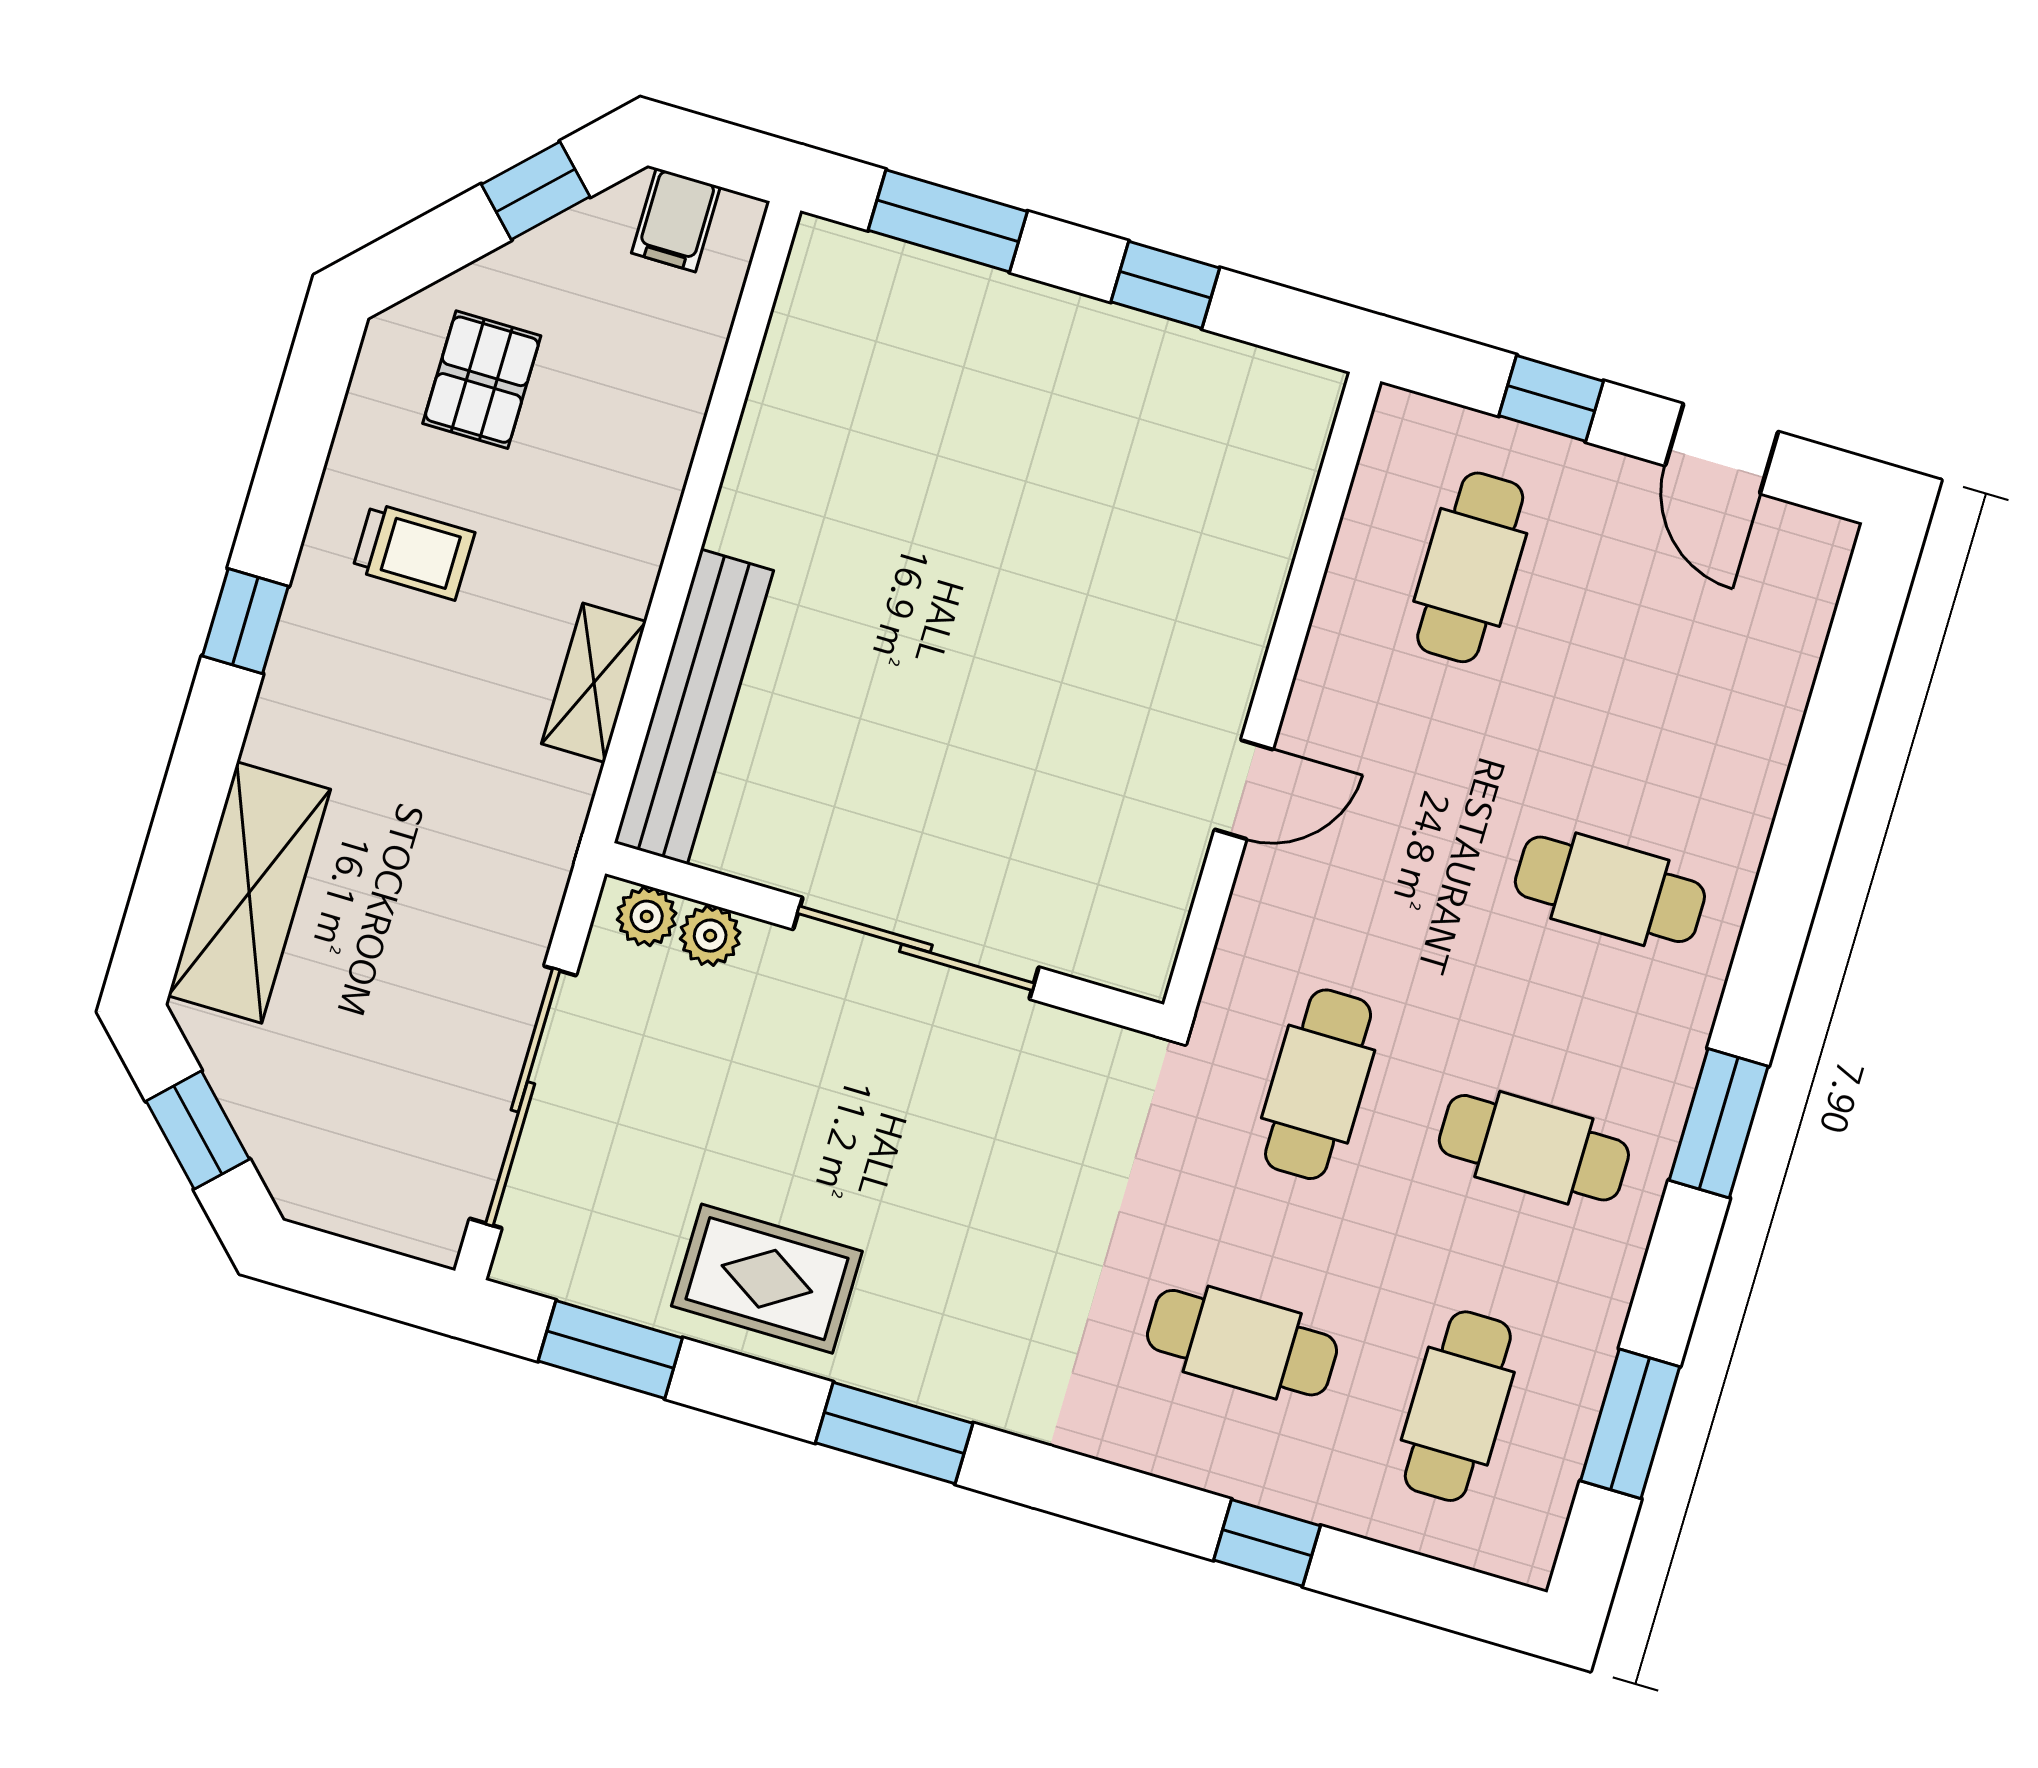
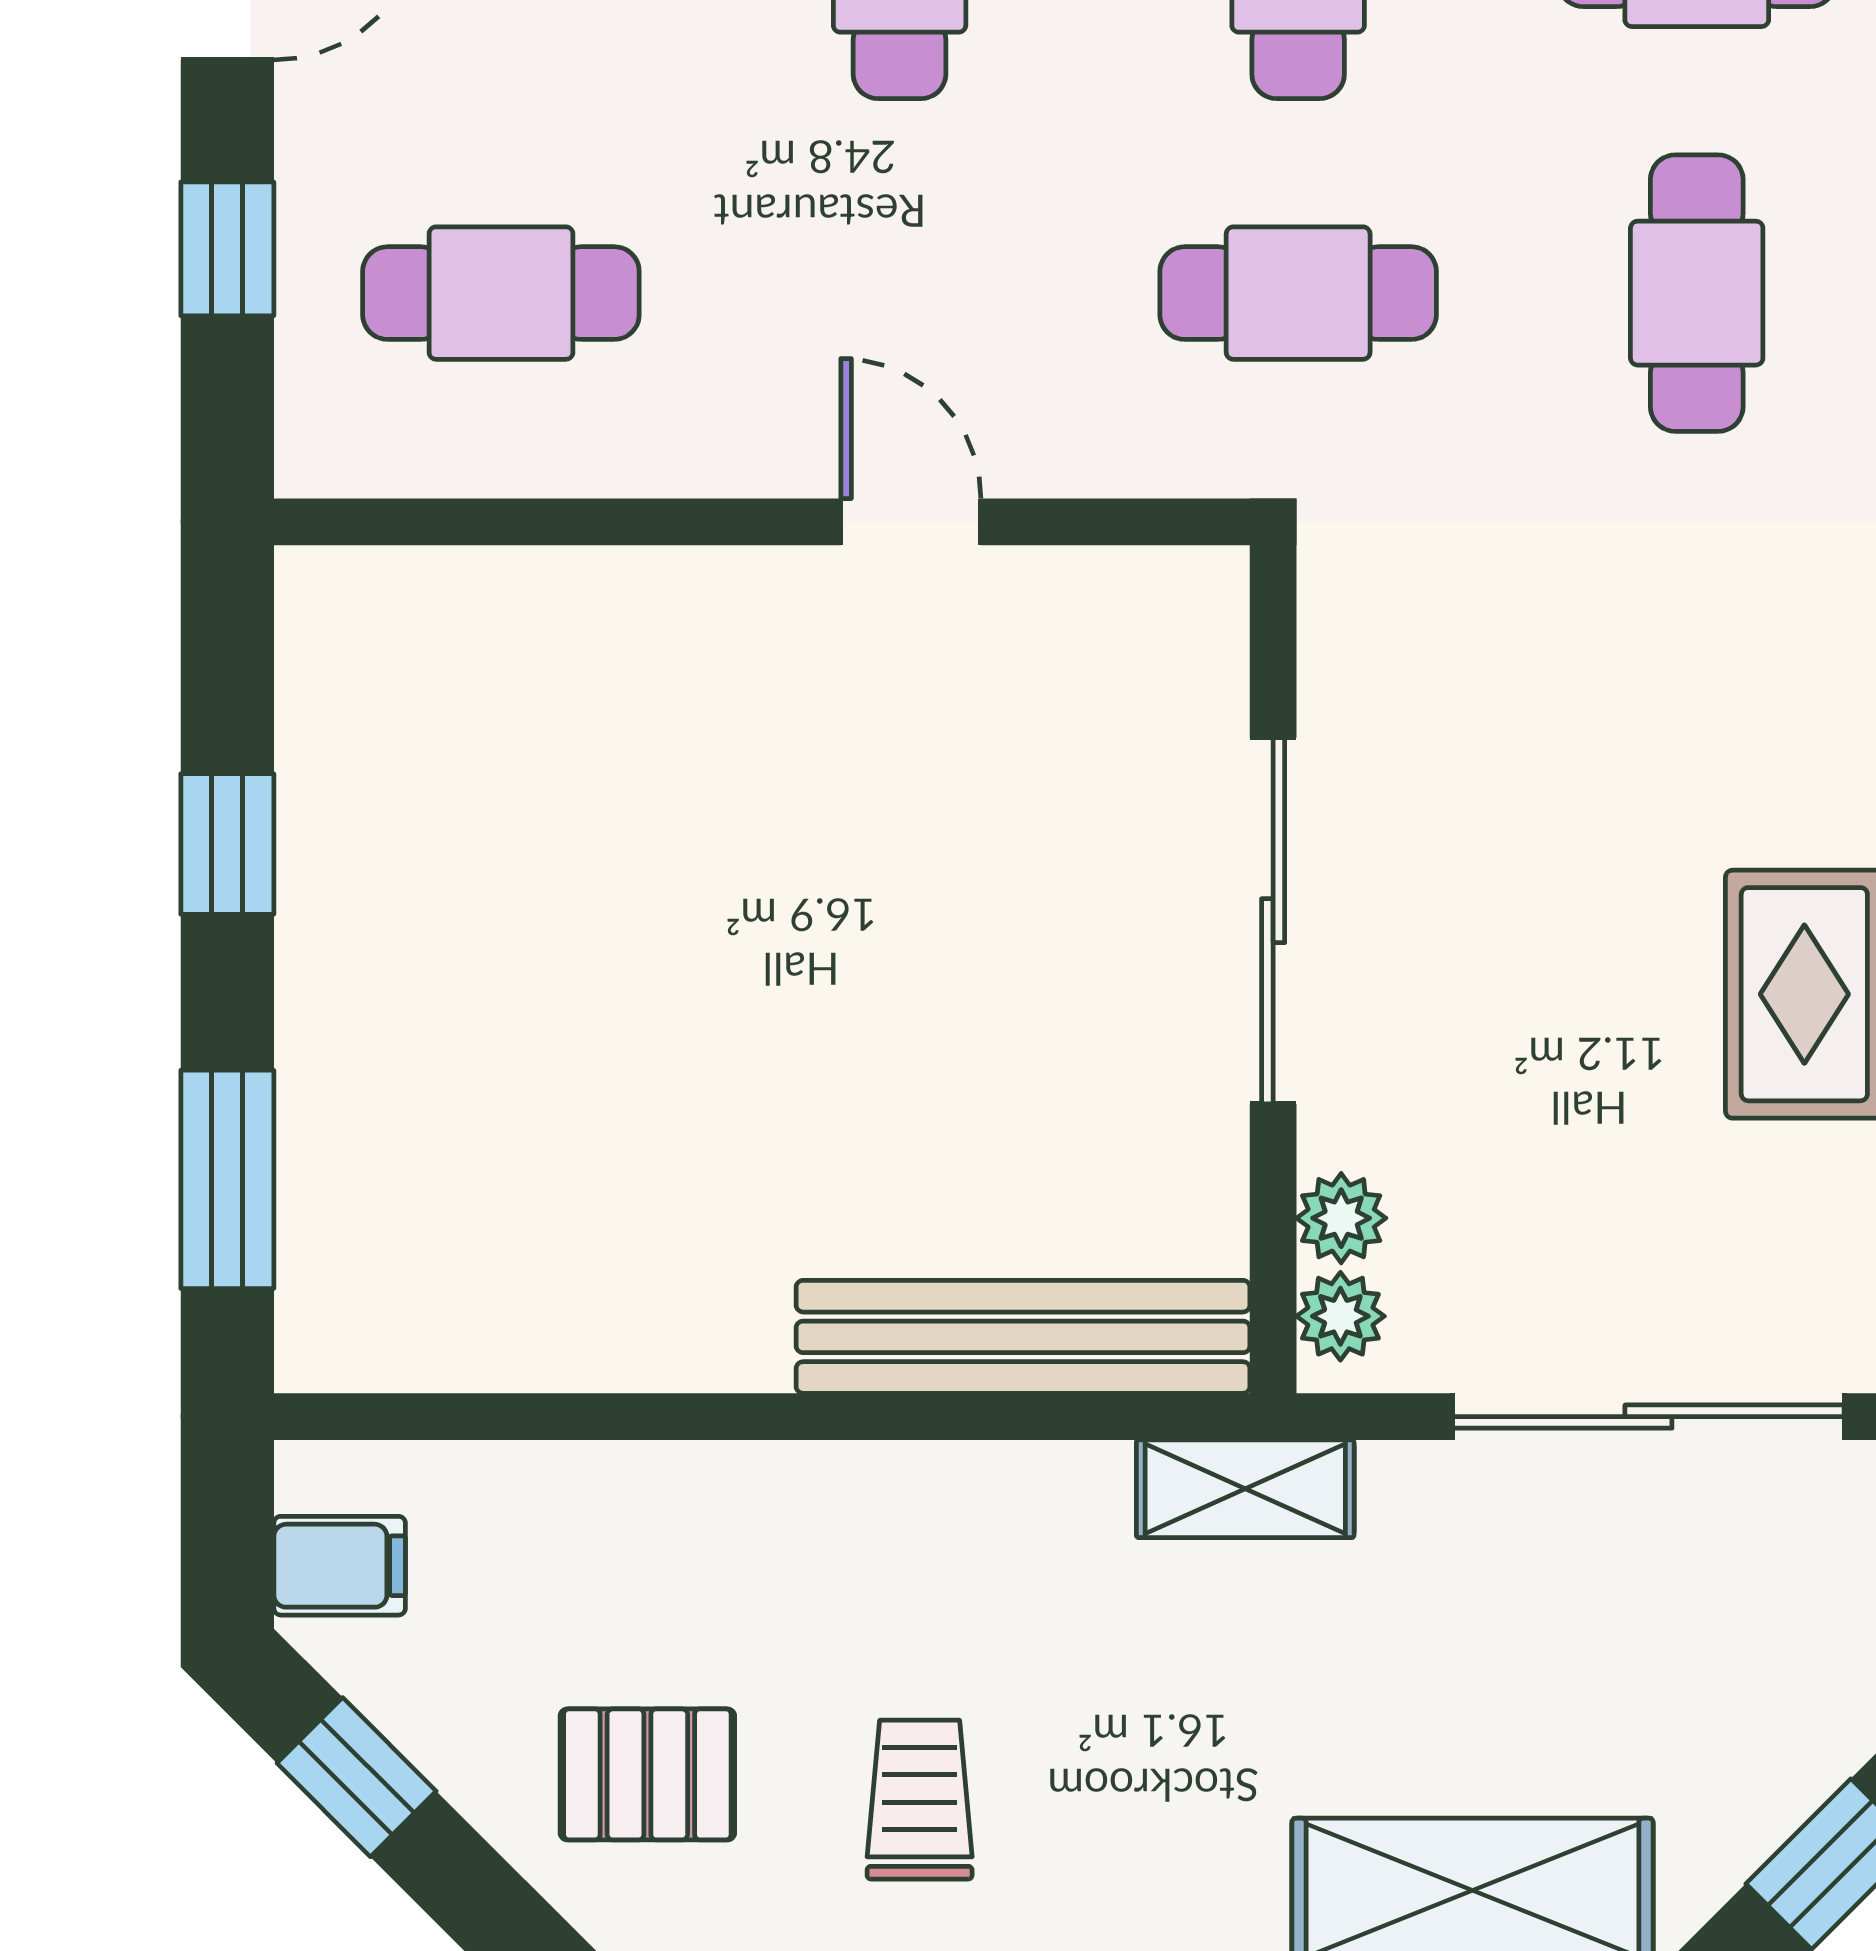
shelving: (594, 683) -> (1245, 1489), moved

